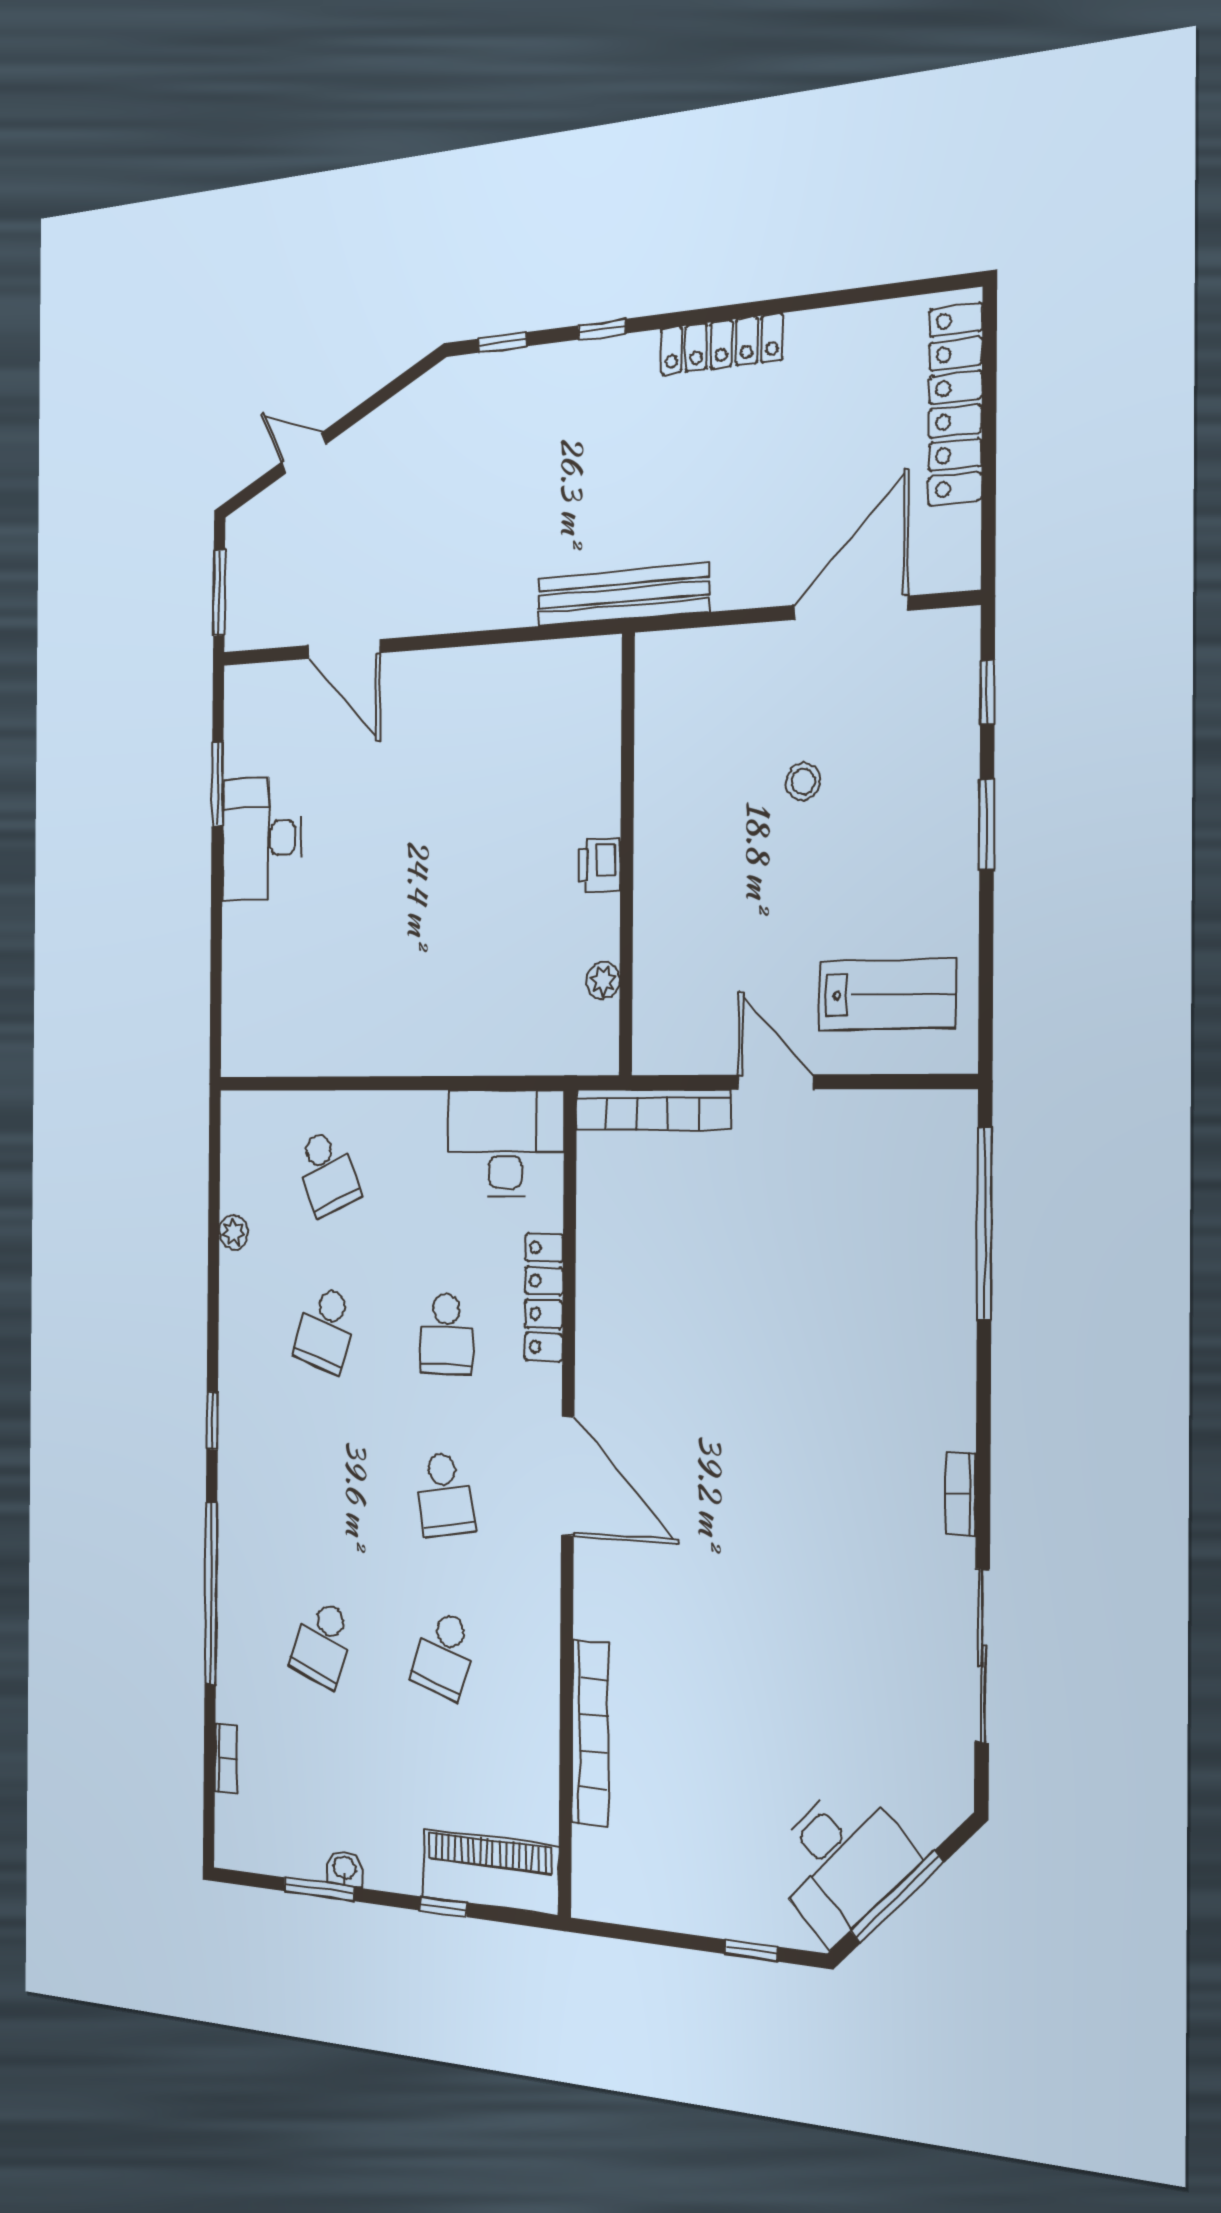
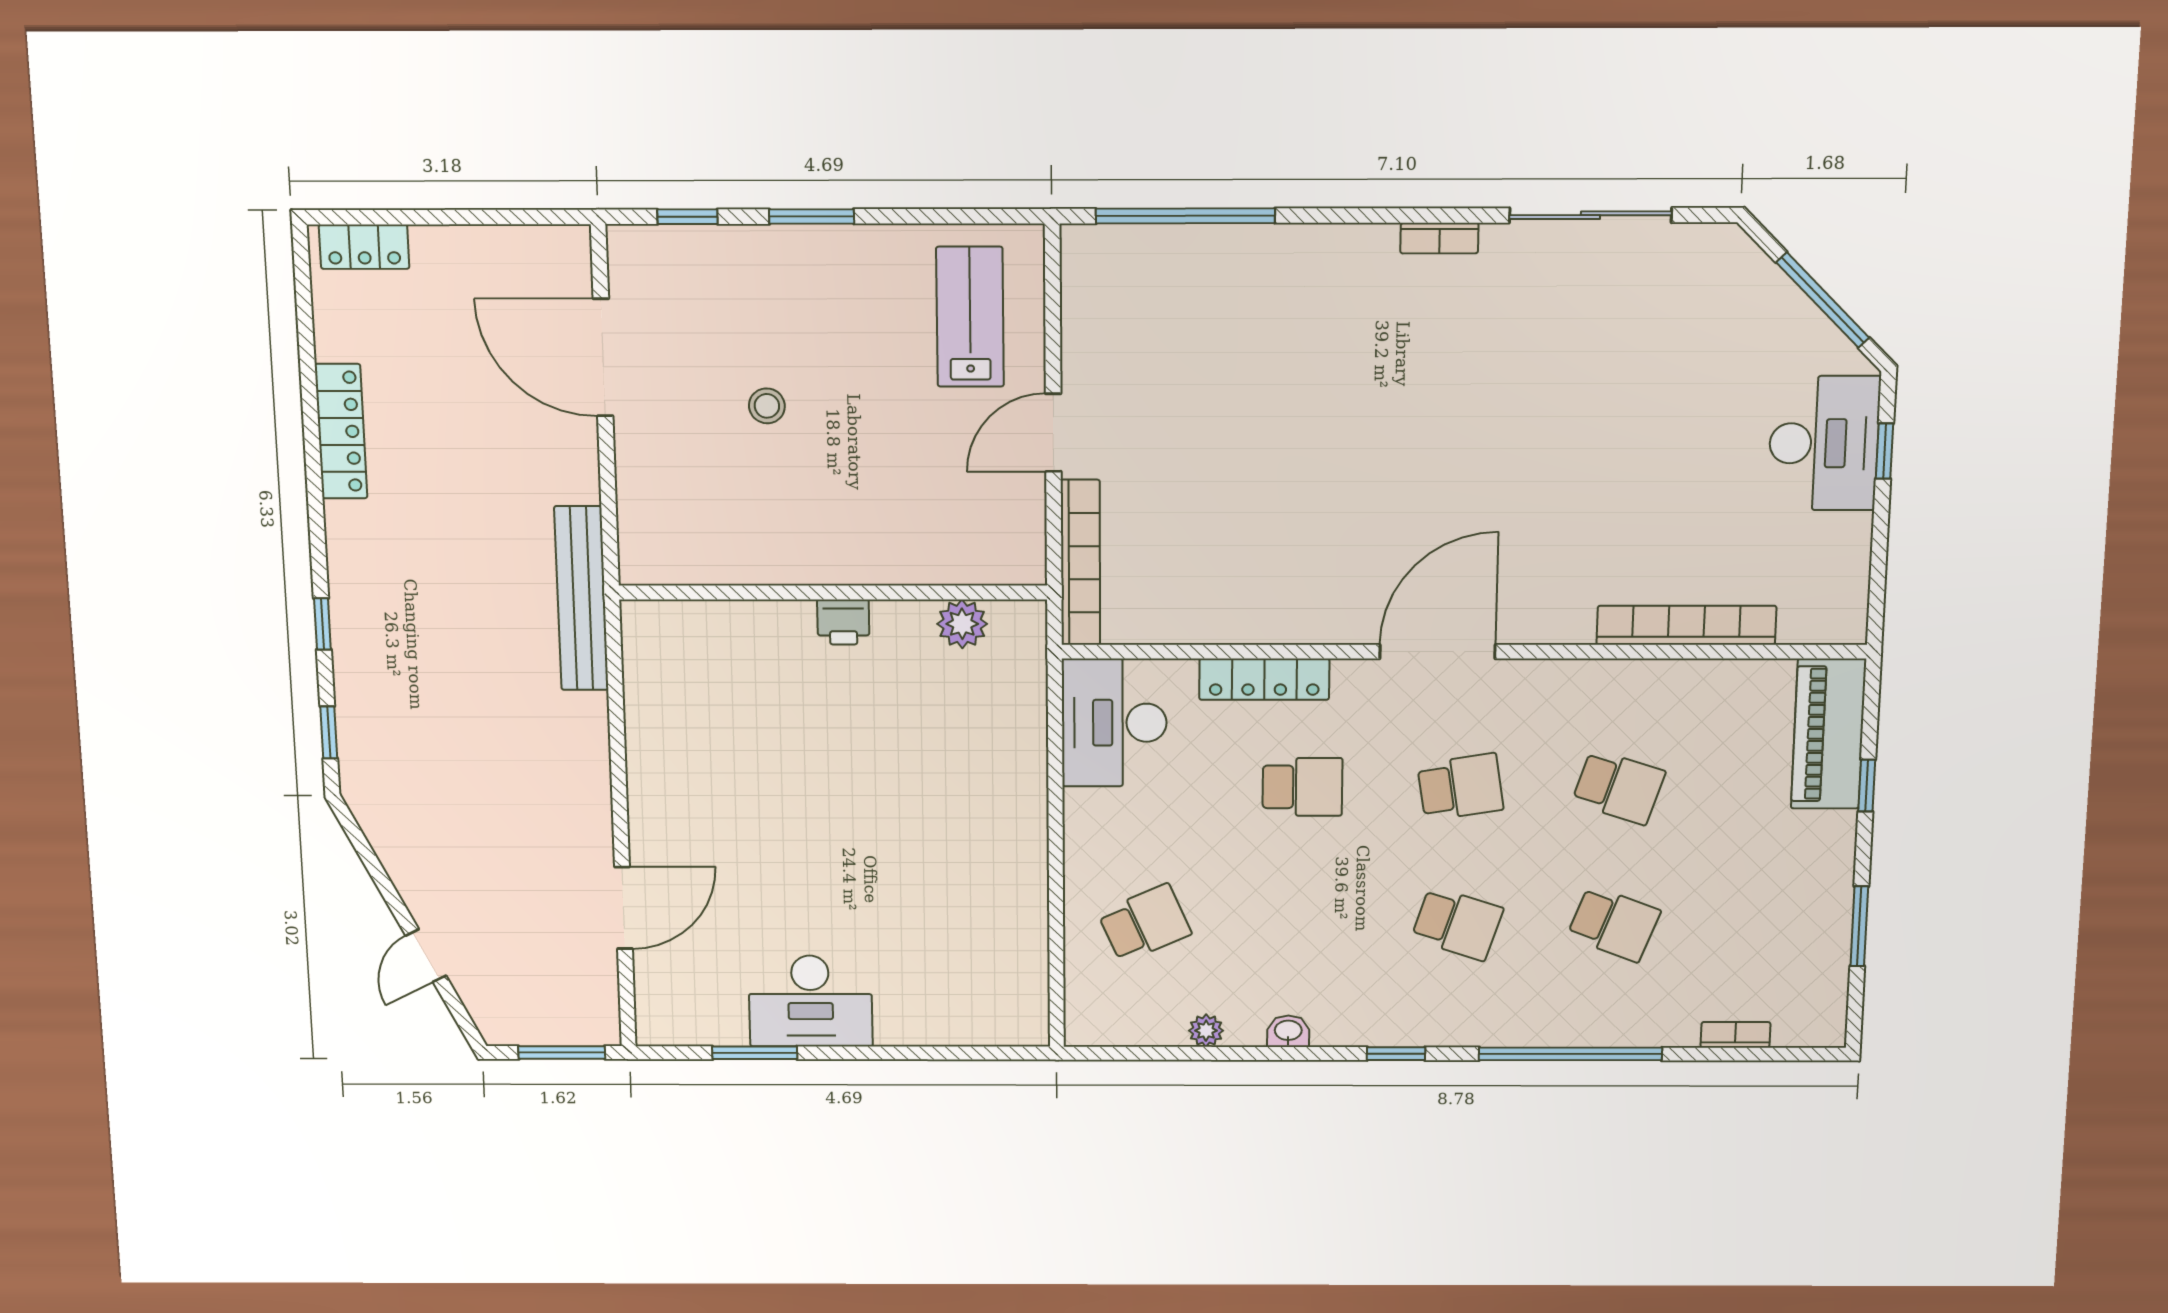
locker: (721, 344) -> (341, 431), moved
locker: (955, 404) -> (364, 247), width x0.46, depth x0.83
plant: (603, 980) -> (962, 624), width x1.38, depth x1.38
school desk: (326, 1329) -> (1457, 924), moved
desk: (841, 1860) -> (1824, 443), moved, turned 45
washbasin: (344, 1869) -> (1288, 1031), moved, turned 90

